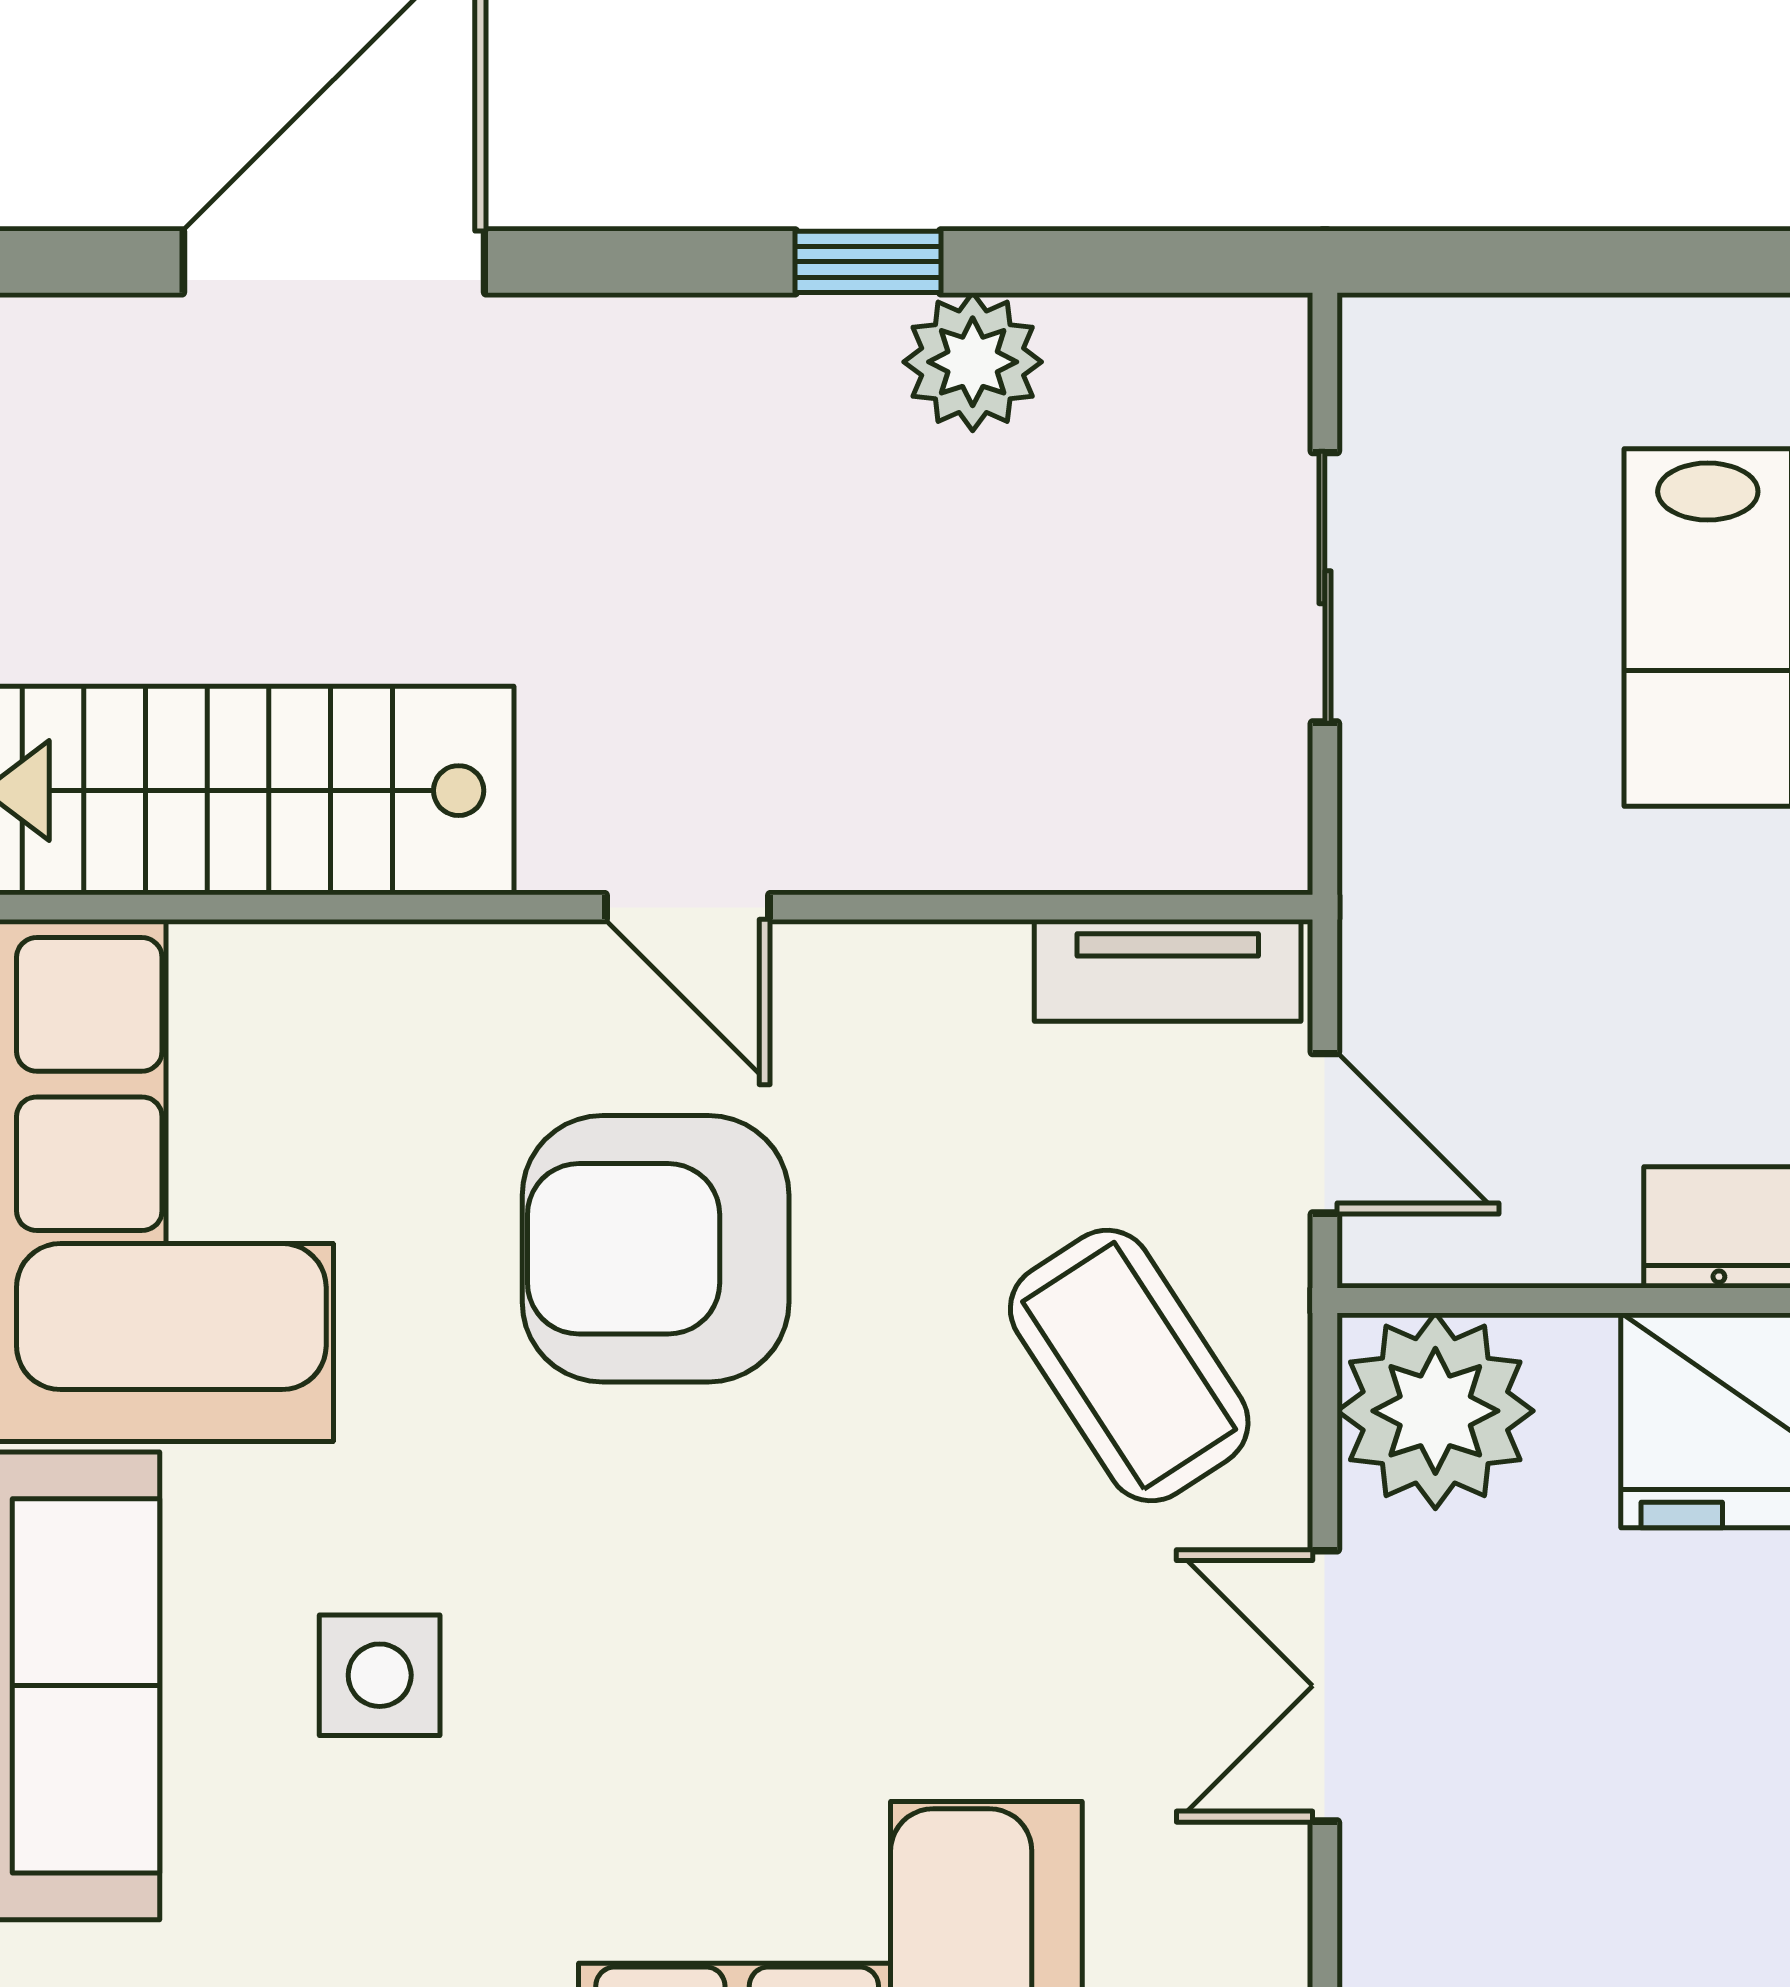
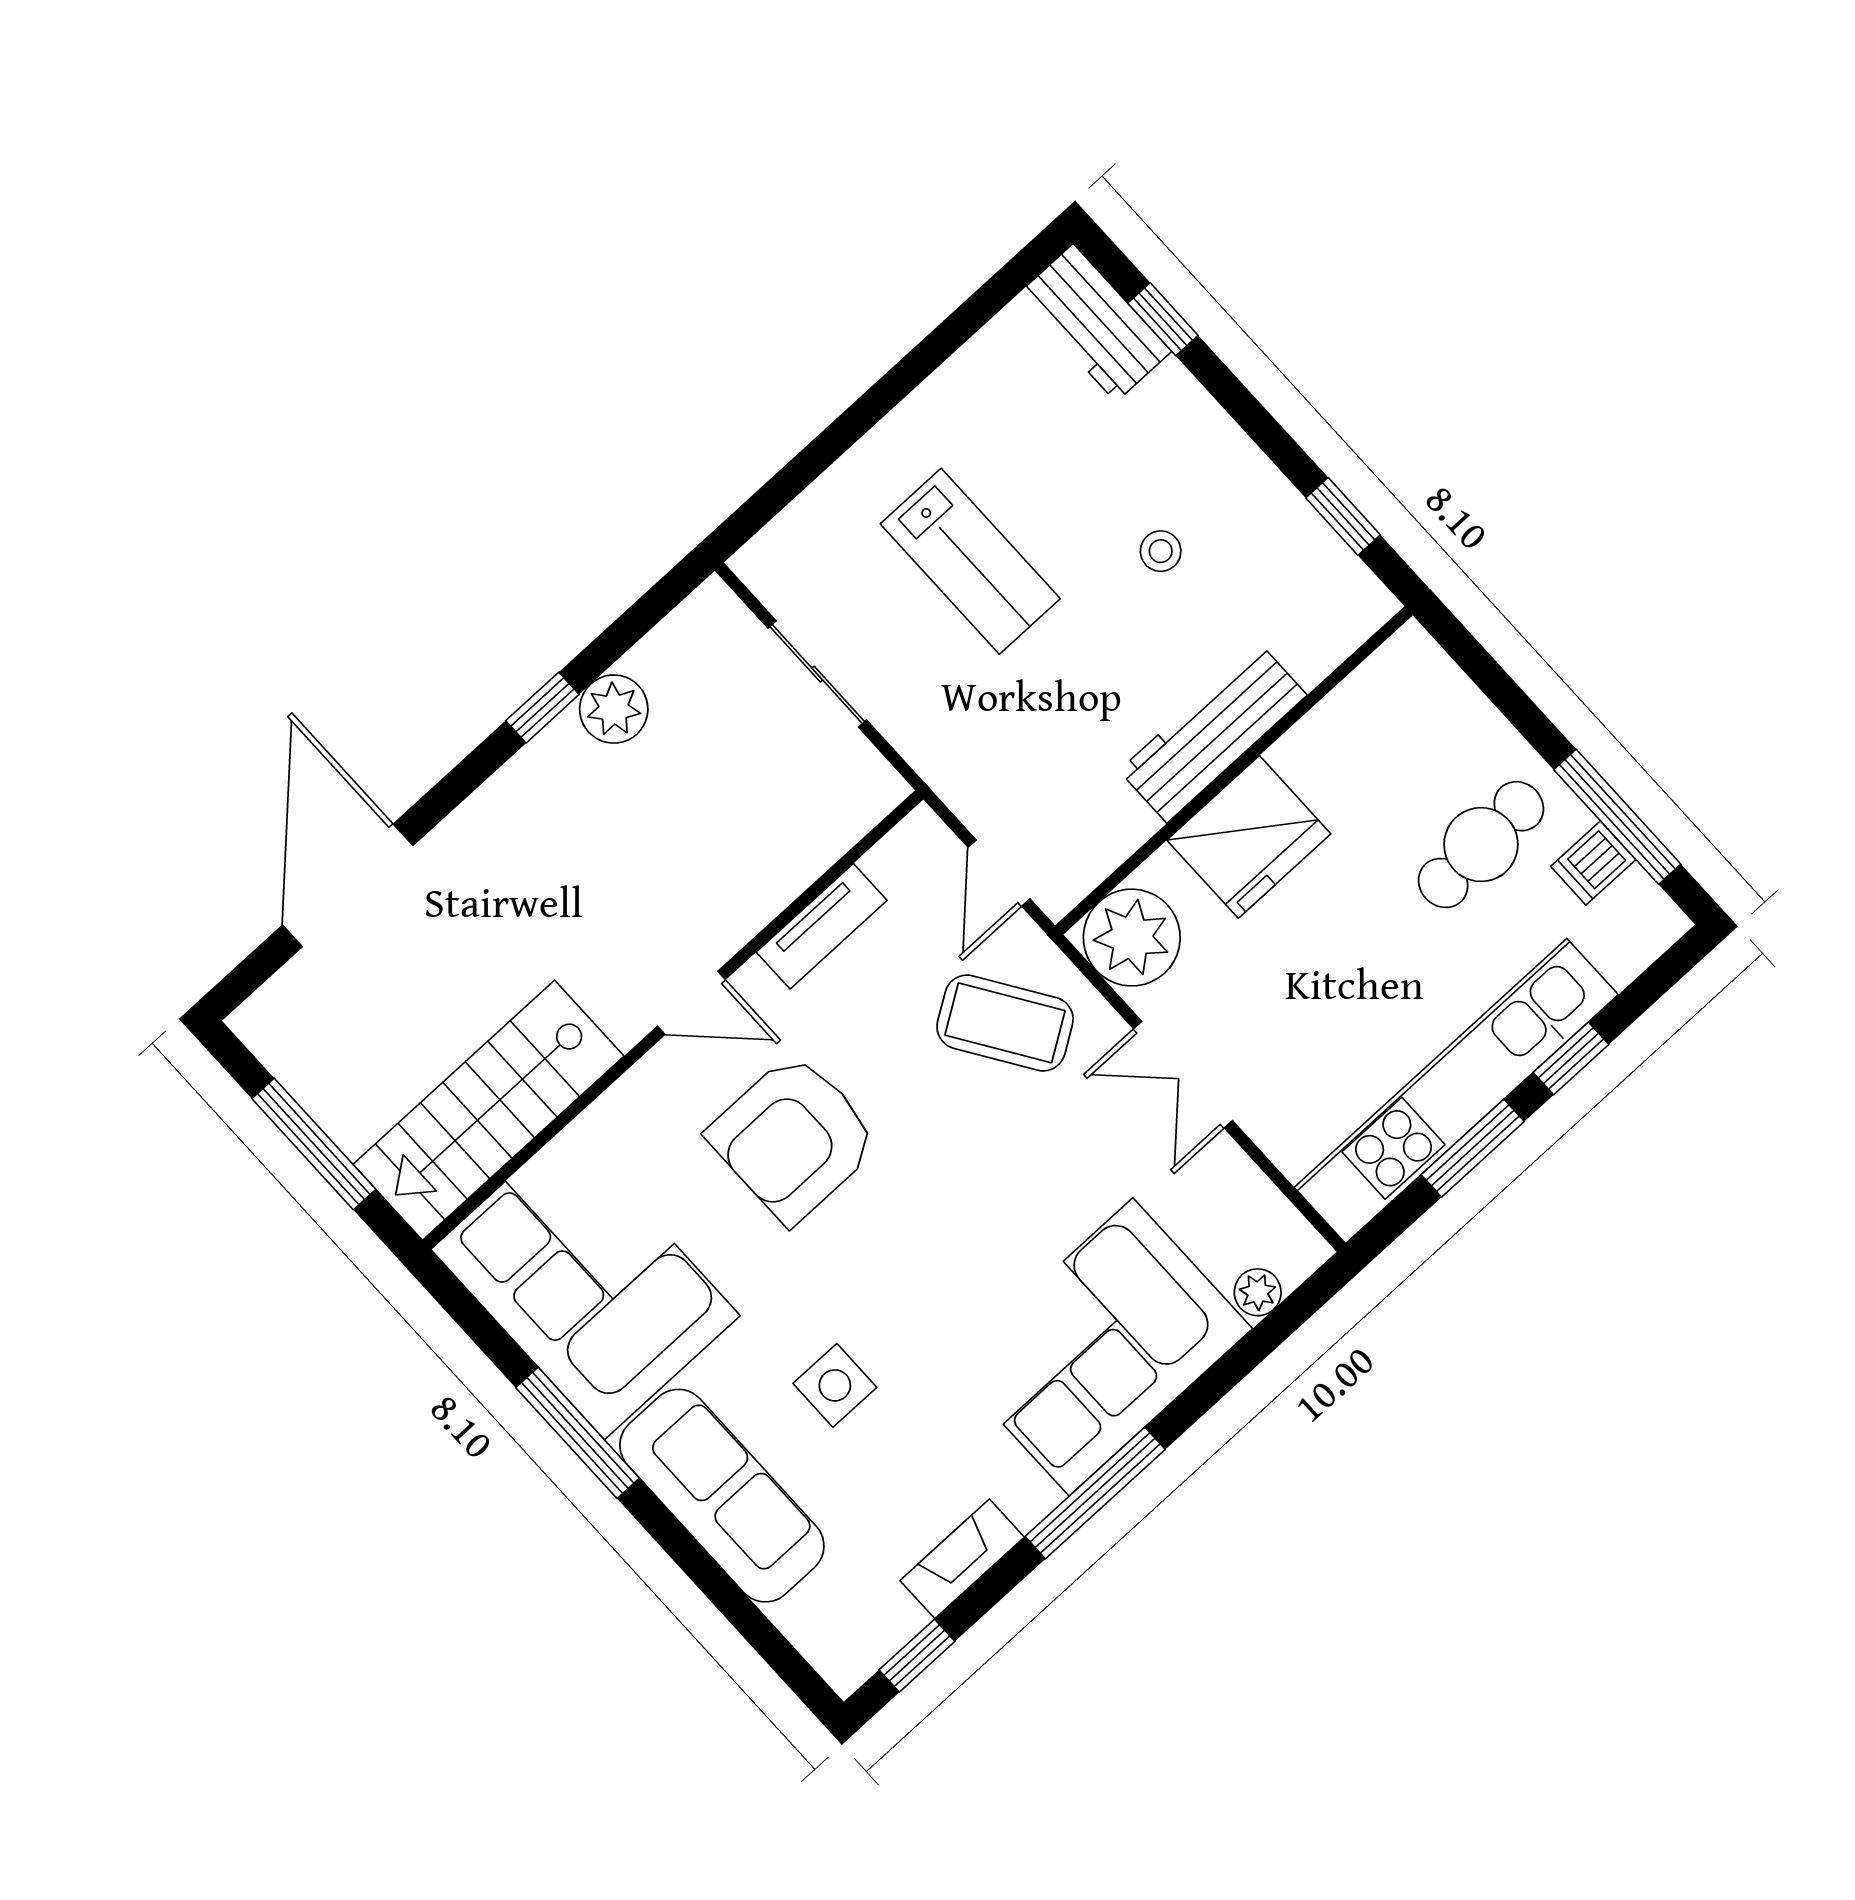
tv unit: (1168, 970) -> (822, 926), moved
door: (1325, 1133) -> (999, 873), swing flipped

